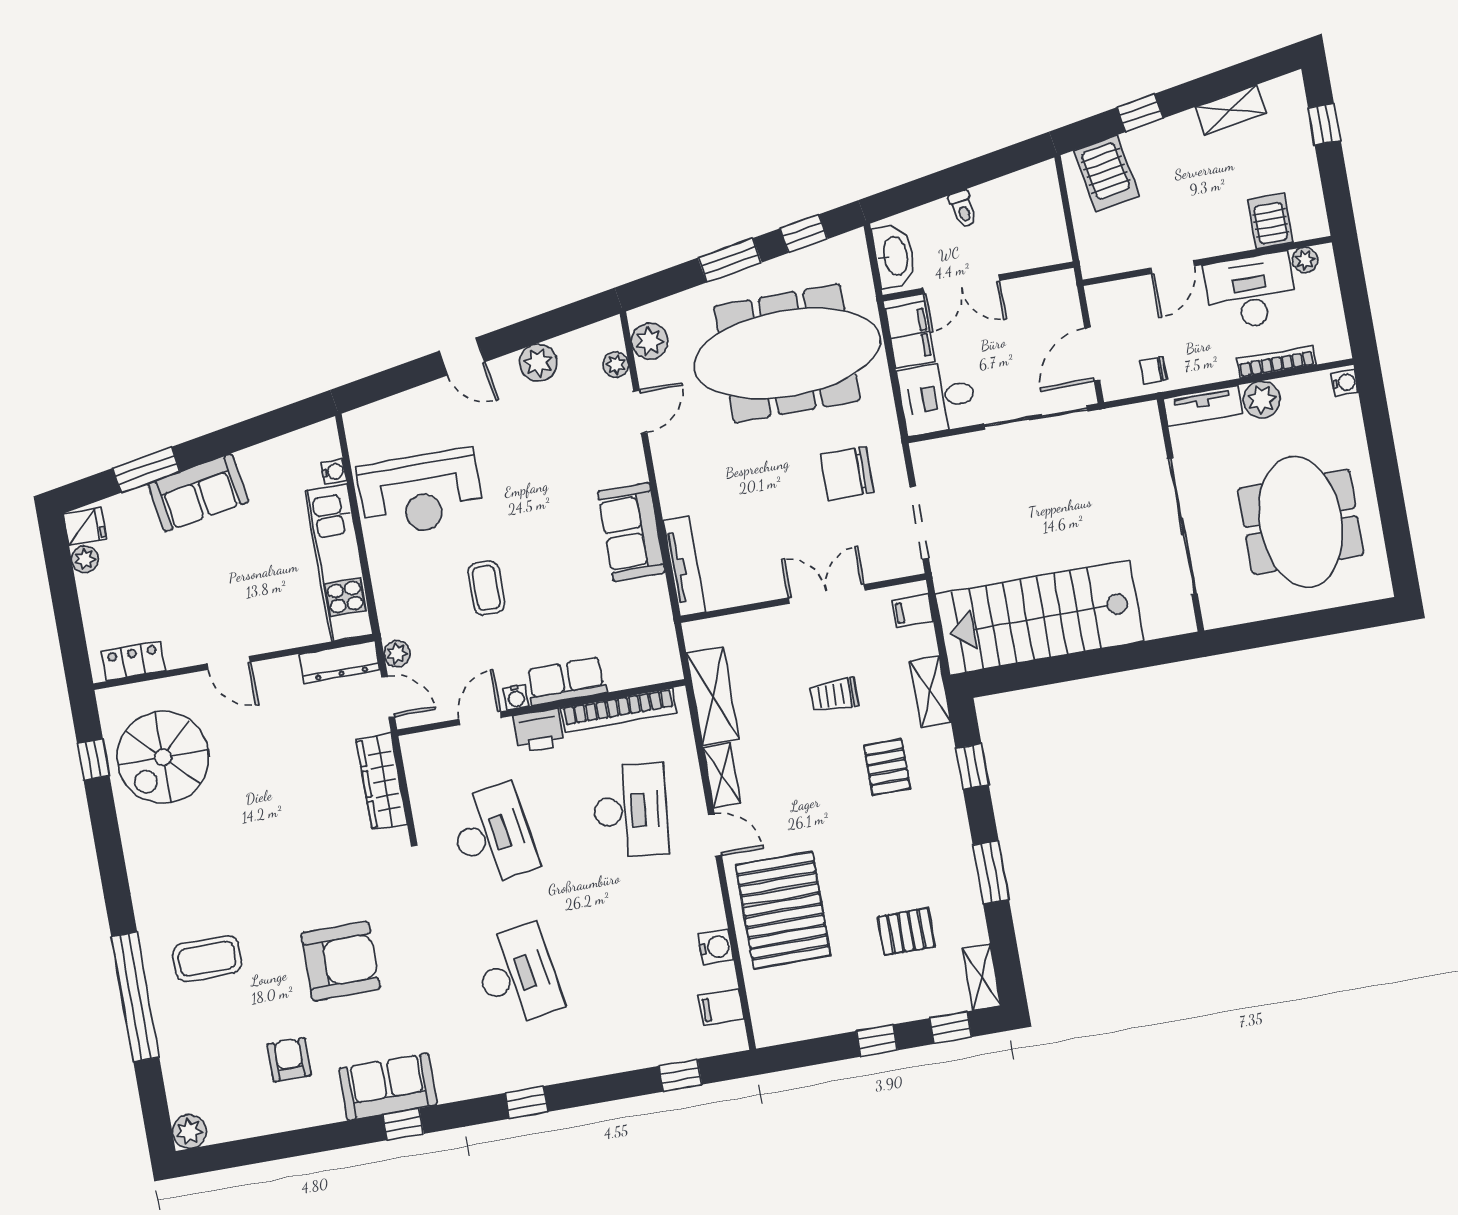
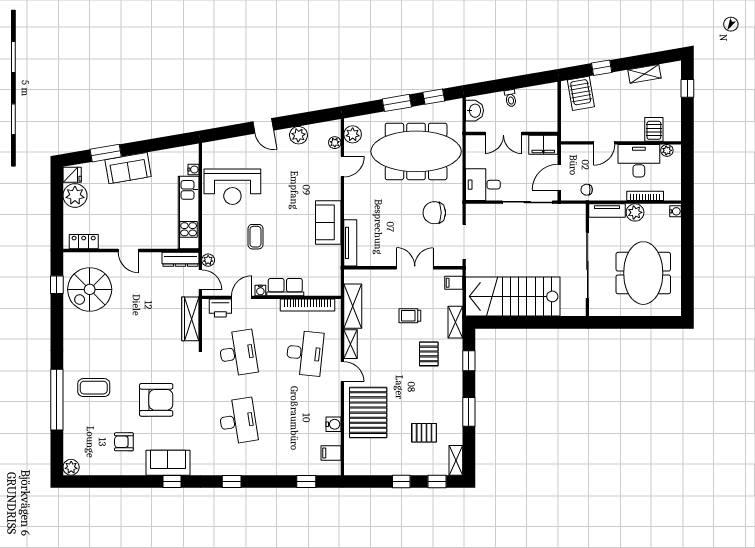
washbasin: (894, 256) -> (474, 111), width x0.72
filing cabinet: (910, 335) -> (543, 145), moved, turned 90
plant: (85, 559) -> (75, 195), width x1.88, depth x1.88
printer: (539, 731) -> (220, 308), moved
armchair: (289, 1060) -> (124, 442), turned -90

